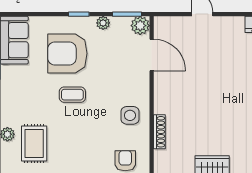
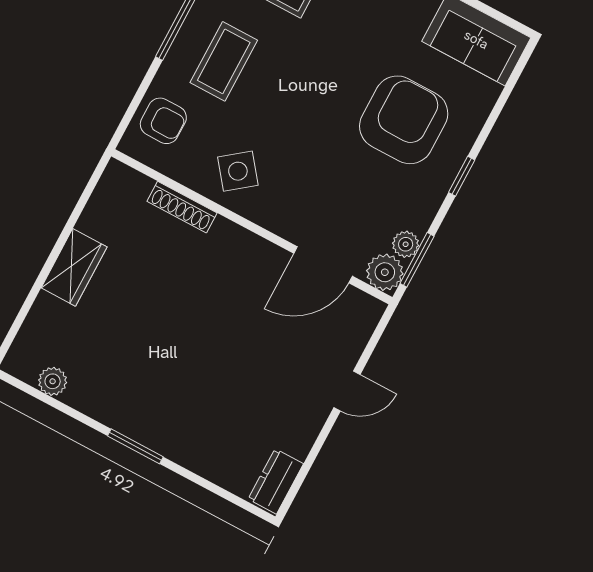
plant: (103, 23) -> (406, 244), moved
coffee table: (72, 95) -> (224, 61), moved, width x1.36, depth x1.30
side table: (130, 115) -> (238, 171), turned -38

